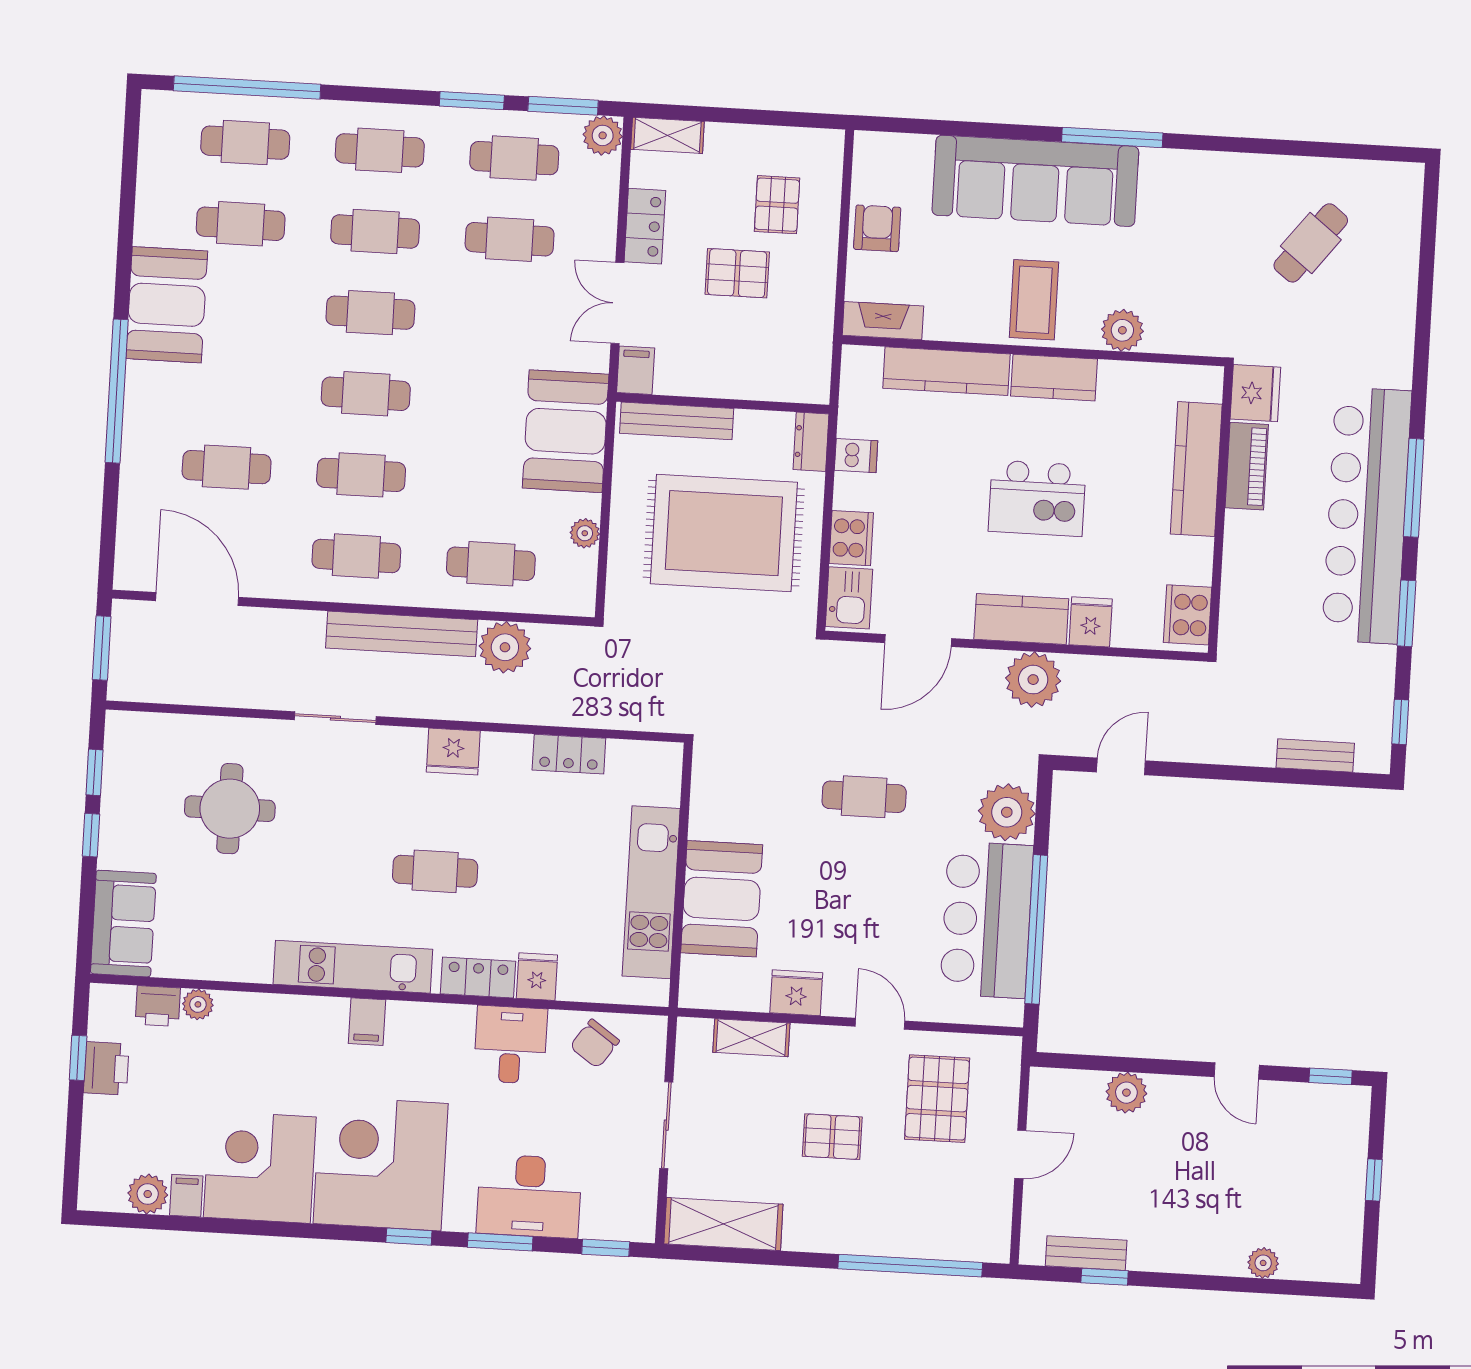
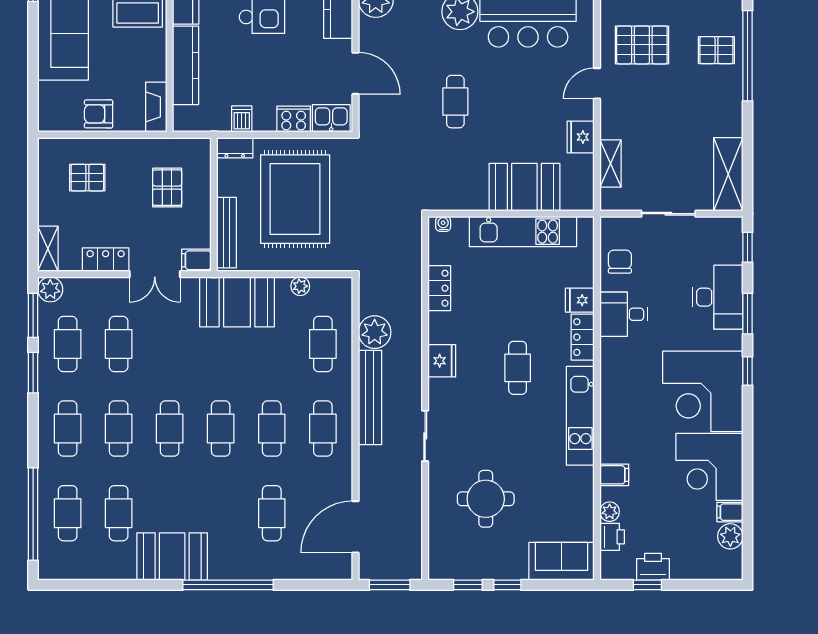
pallet: (737, 273) -> (167, 188), moved
water cooler: (671, 766) -> (443, 224), added
filing cabinet: (367, 1022) -> (614, 475), moved
chair: (595, 1044) -> (620, 262), turned -125
pallet: (832, 1137) -> (716, 50), moved, turned 90

